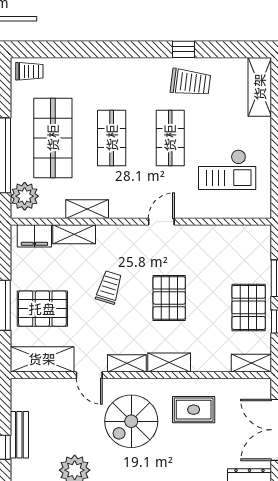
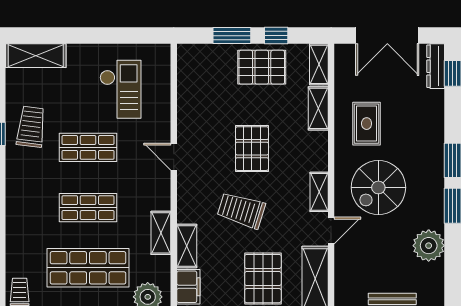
trolley: (109, 288) -> (241, 210), width x1.36, depth x1.39
pallet: (169, 298) -> (252, 149), turned 90
shelving: (169, 363) -> (318, 108), moved
spiral stairs: (131, 421) -> (378, 187), turned 90

